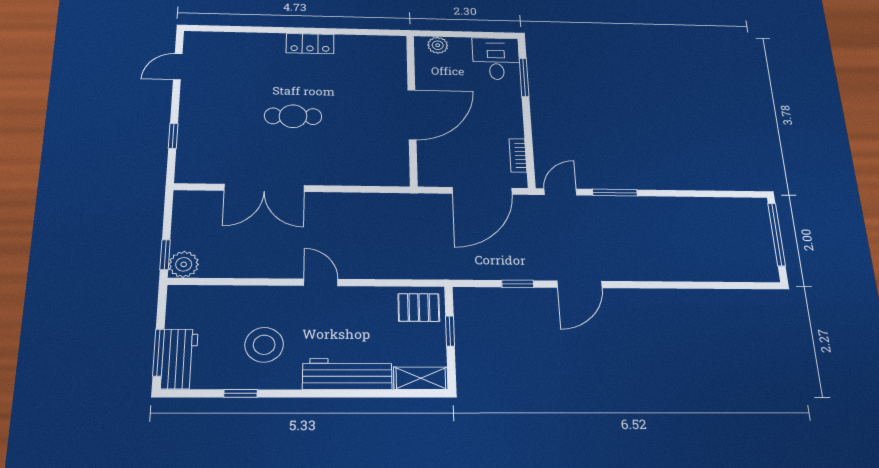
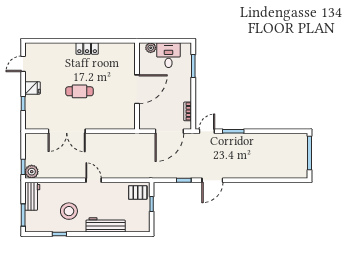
desk: (496, 59) -> (168, 55), moved
fridge: (195, 109) -> (33, 88), added
workbench: (179, 359) -> (32, 196), moved
shelving: (421, 378) -> (138, 227), removed

